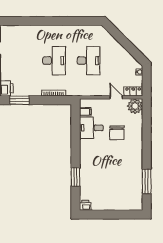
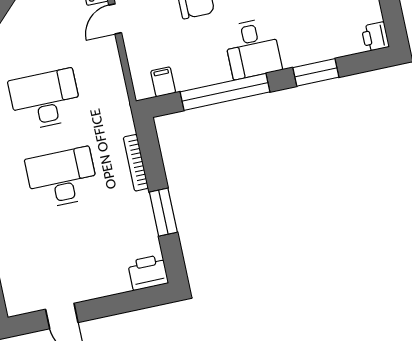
window: (19, 100) -> (163, 212), moved
desk: (91, 128) -> (252, 49), moved
window: (76, 137) -> (225, 92), added

